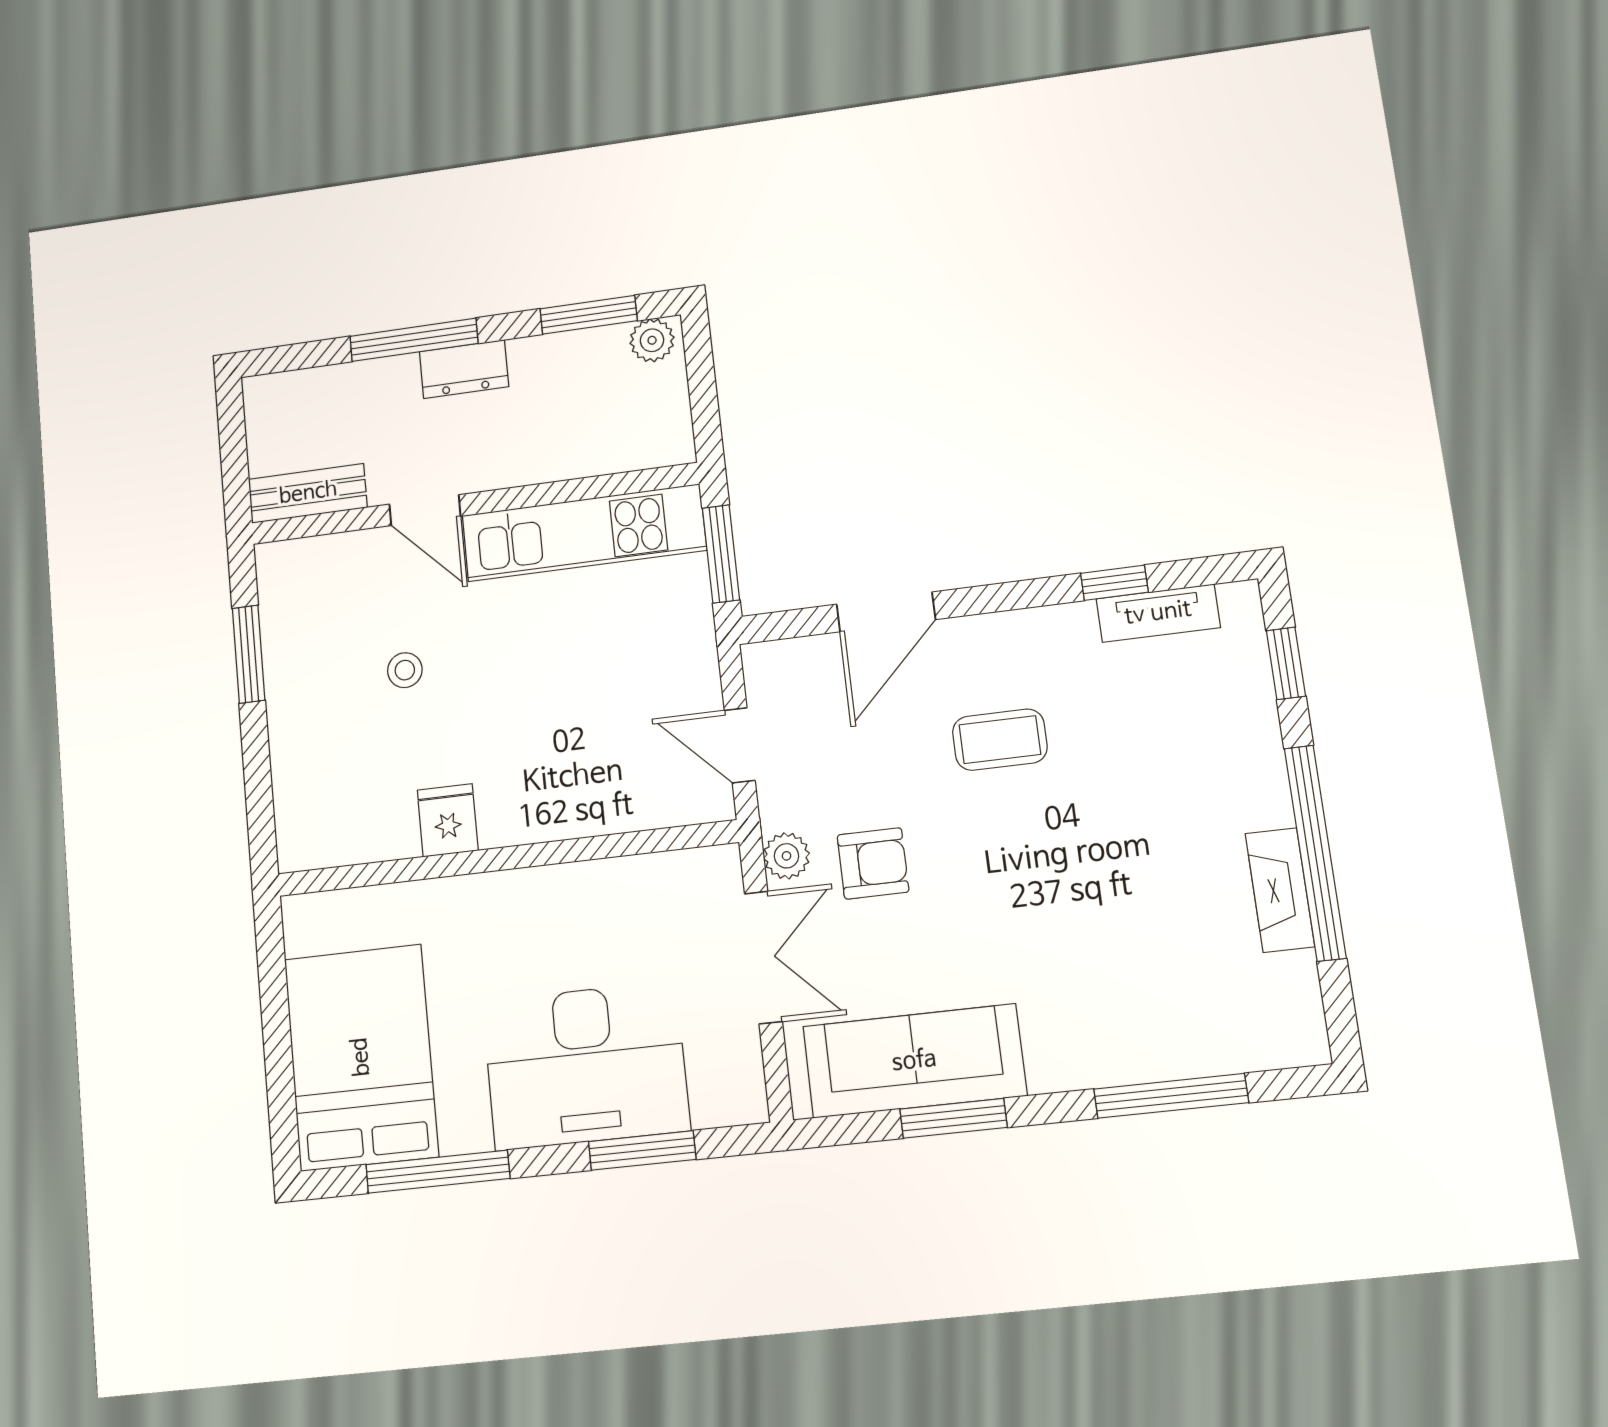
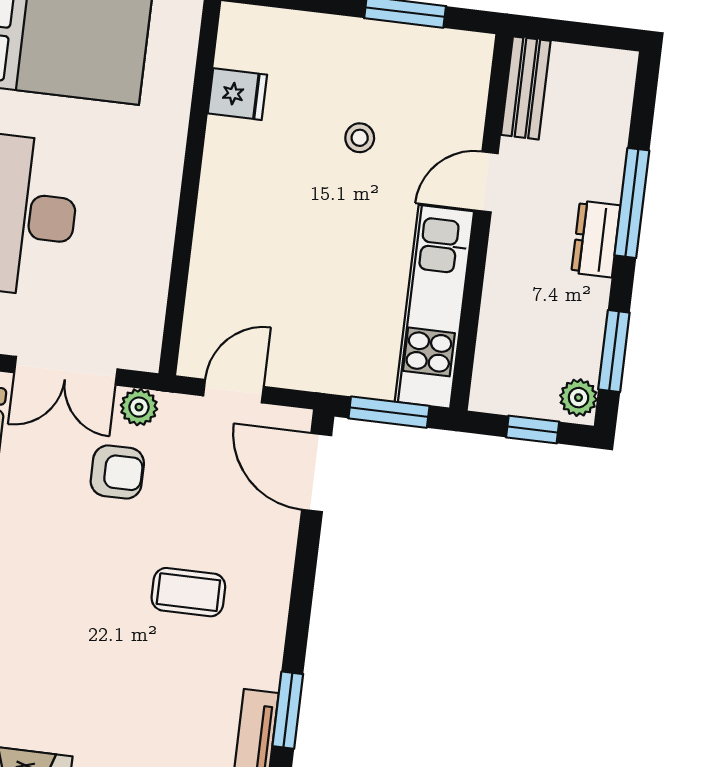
window: (702, 383) -> (533, 430), added
window: (1114, 583) -> (288, 710), width x1.50
door: (886, 612) -> (317, 472), moved
coffee table: (1000, 740) -> (188, 592), turned 90
fridge: (448, 820) -> (237, 94), moved
armchair: (873, 863) -> (117, 472), turned -90

